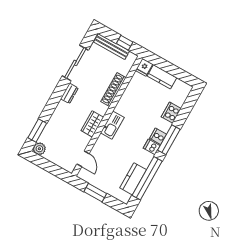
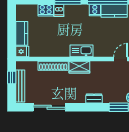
dresser: (69, 93) -> (94, 98), moved
wardrobe: (92, 124) -> (79, 67), moved
cooker: (158, 136) -> (95, 10), moved
dishwasher: (152, 147) -> (59, 10), moved

